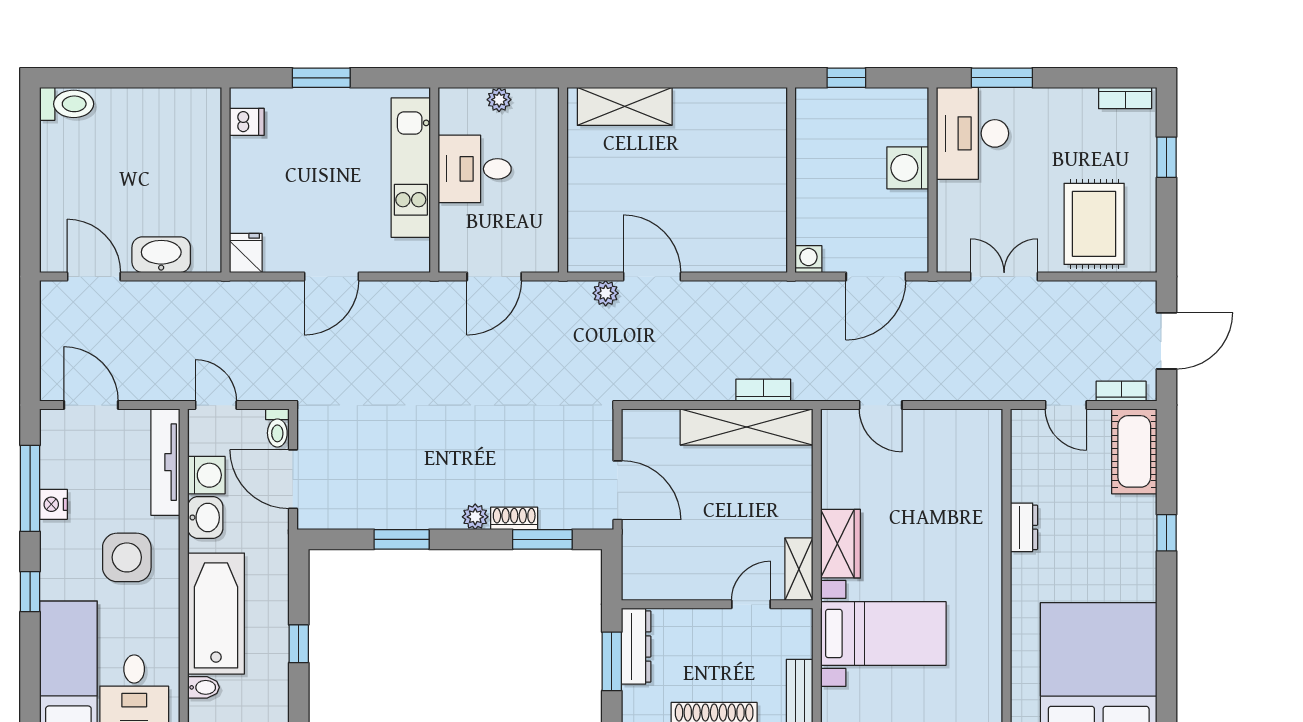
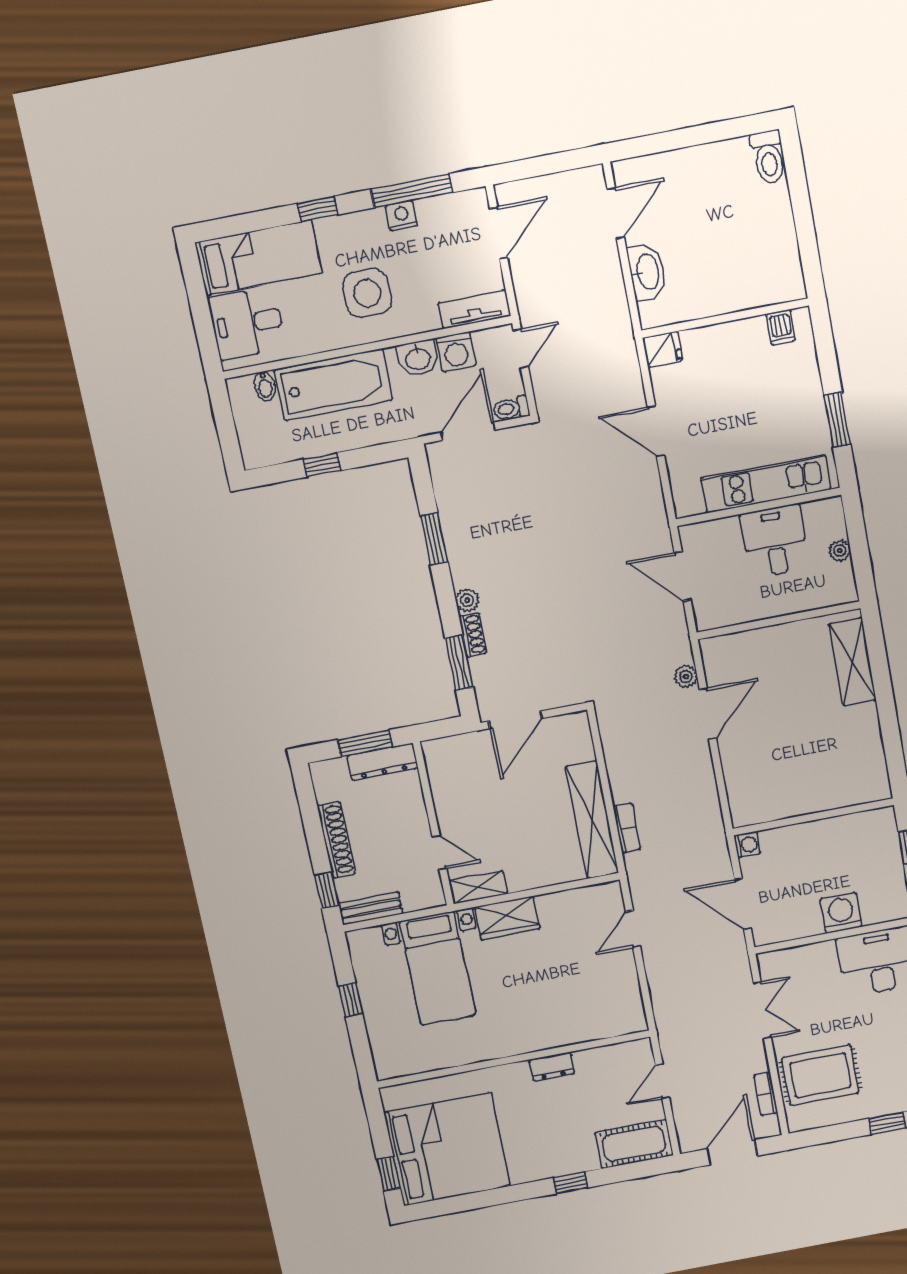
window: (321, 78) -> (837, 420), moved
door: (1167, 341) -> (732, 1152), swing flipped
bookcase: (1121, 391) -> (766, 1094), moved, turned 180
tv unit: (165, 462) -> (474, 309), width x0.71

